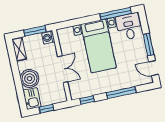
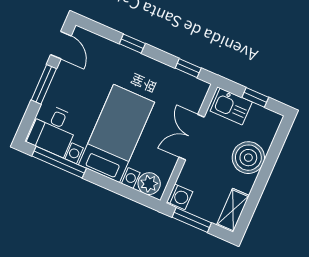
plant: (67, 34) -> (149, 184), added
window: (121, 93) -> (132, 44), width x0.46
kitchen sink: (32, 99) -> (231, 106), moved, turned -90

